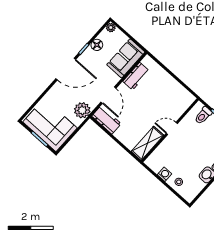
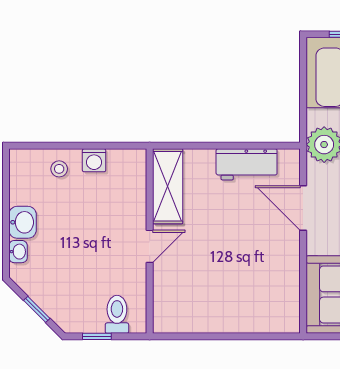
workbench: (136, 76) -> (286, 280), removed
workbench: (106, 120) -> (247, 164), moved

